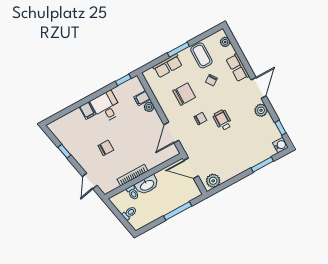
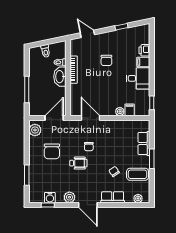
chair: (184, 94) -> (52, 151), moved
printer: (75, 116) -> (144, 50), added
water cooler: (280, 145) -> (50, 198), moved

